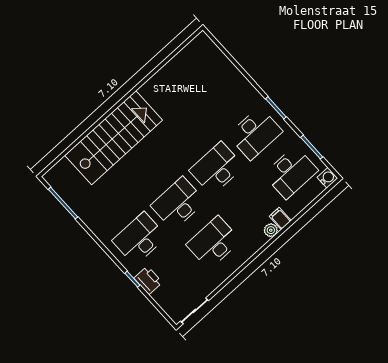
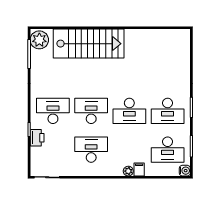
desk: (217, 168) -> (129, 111), turned 180
plant: (60, 179) -> (39, 40), added

